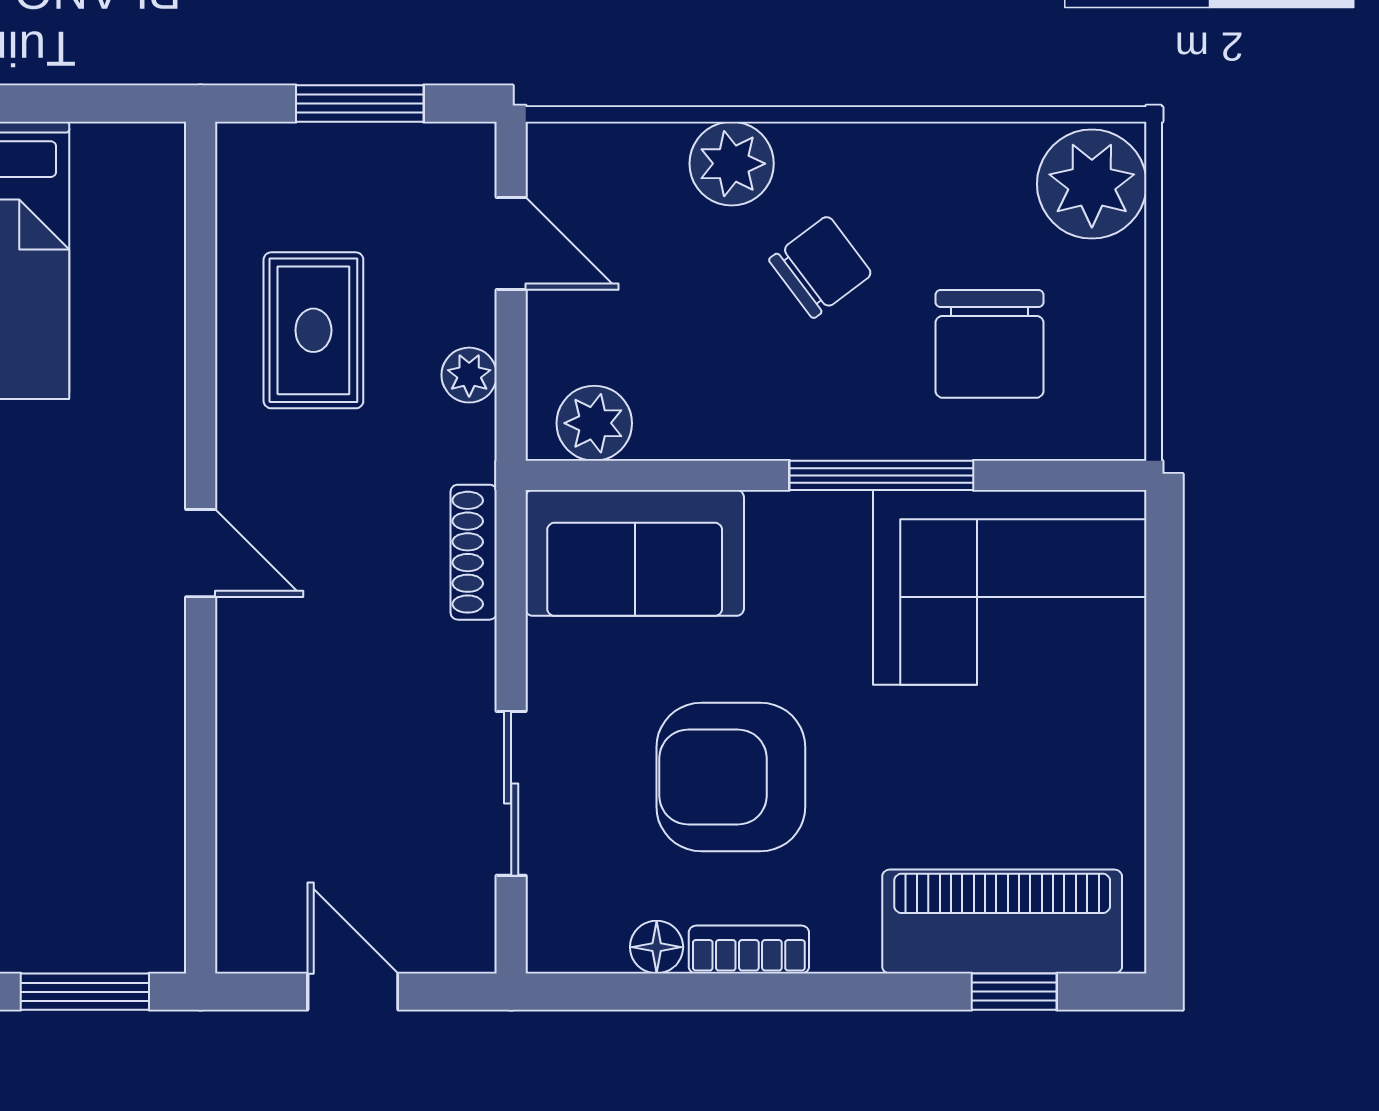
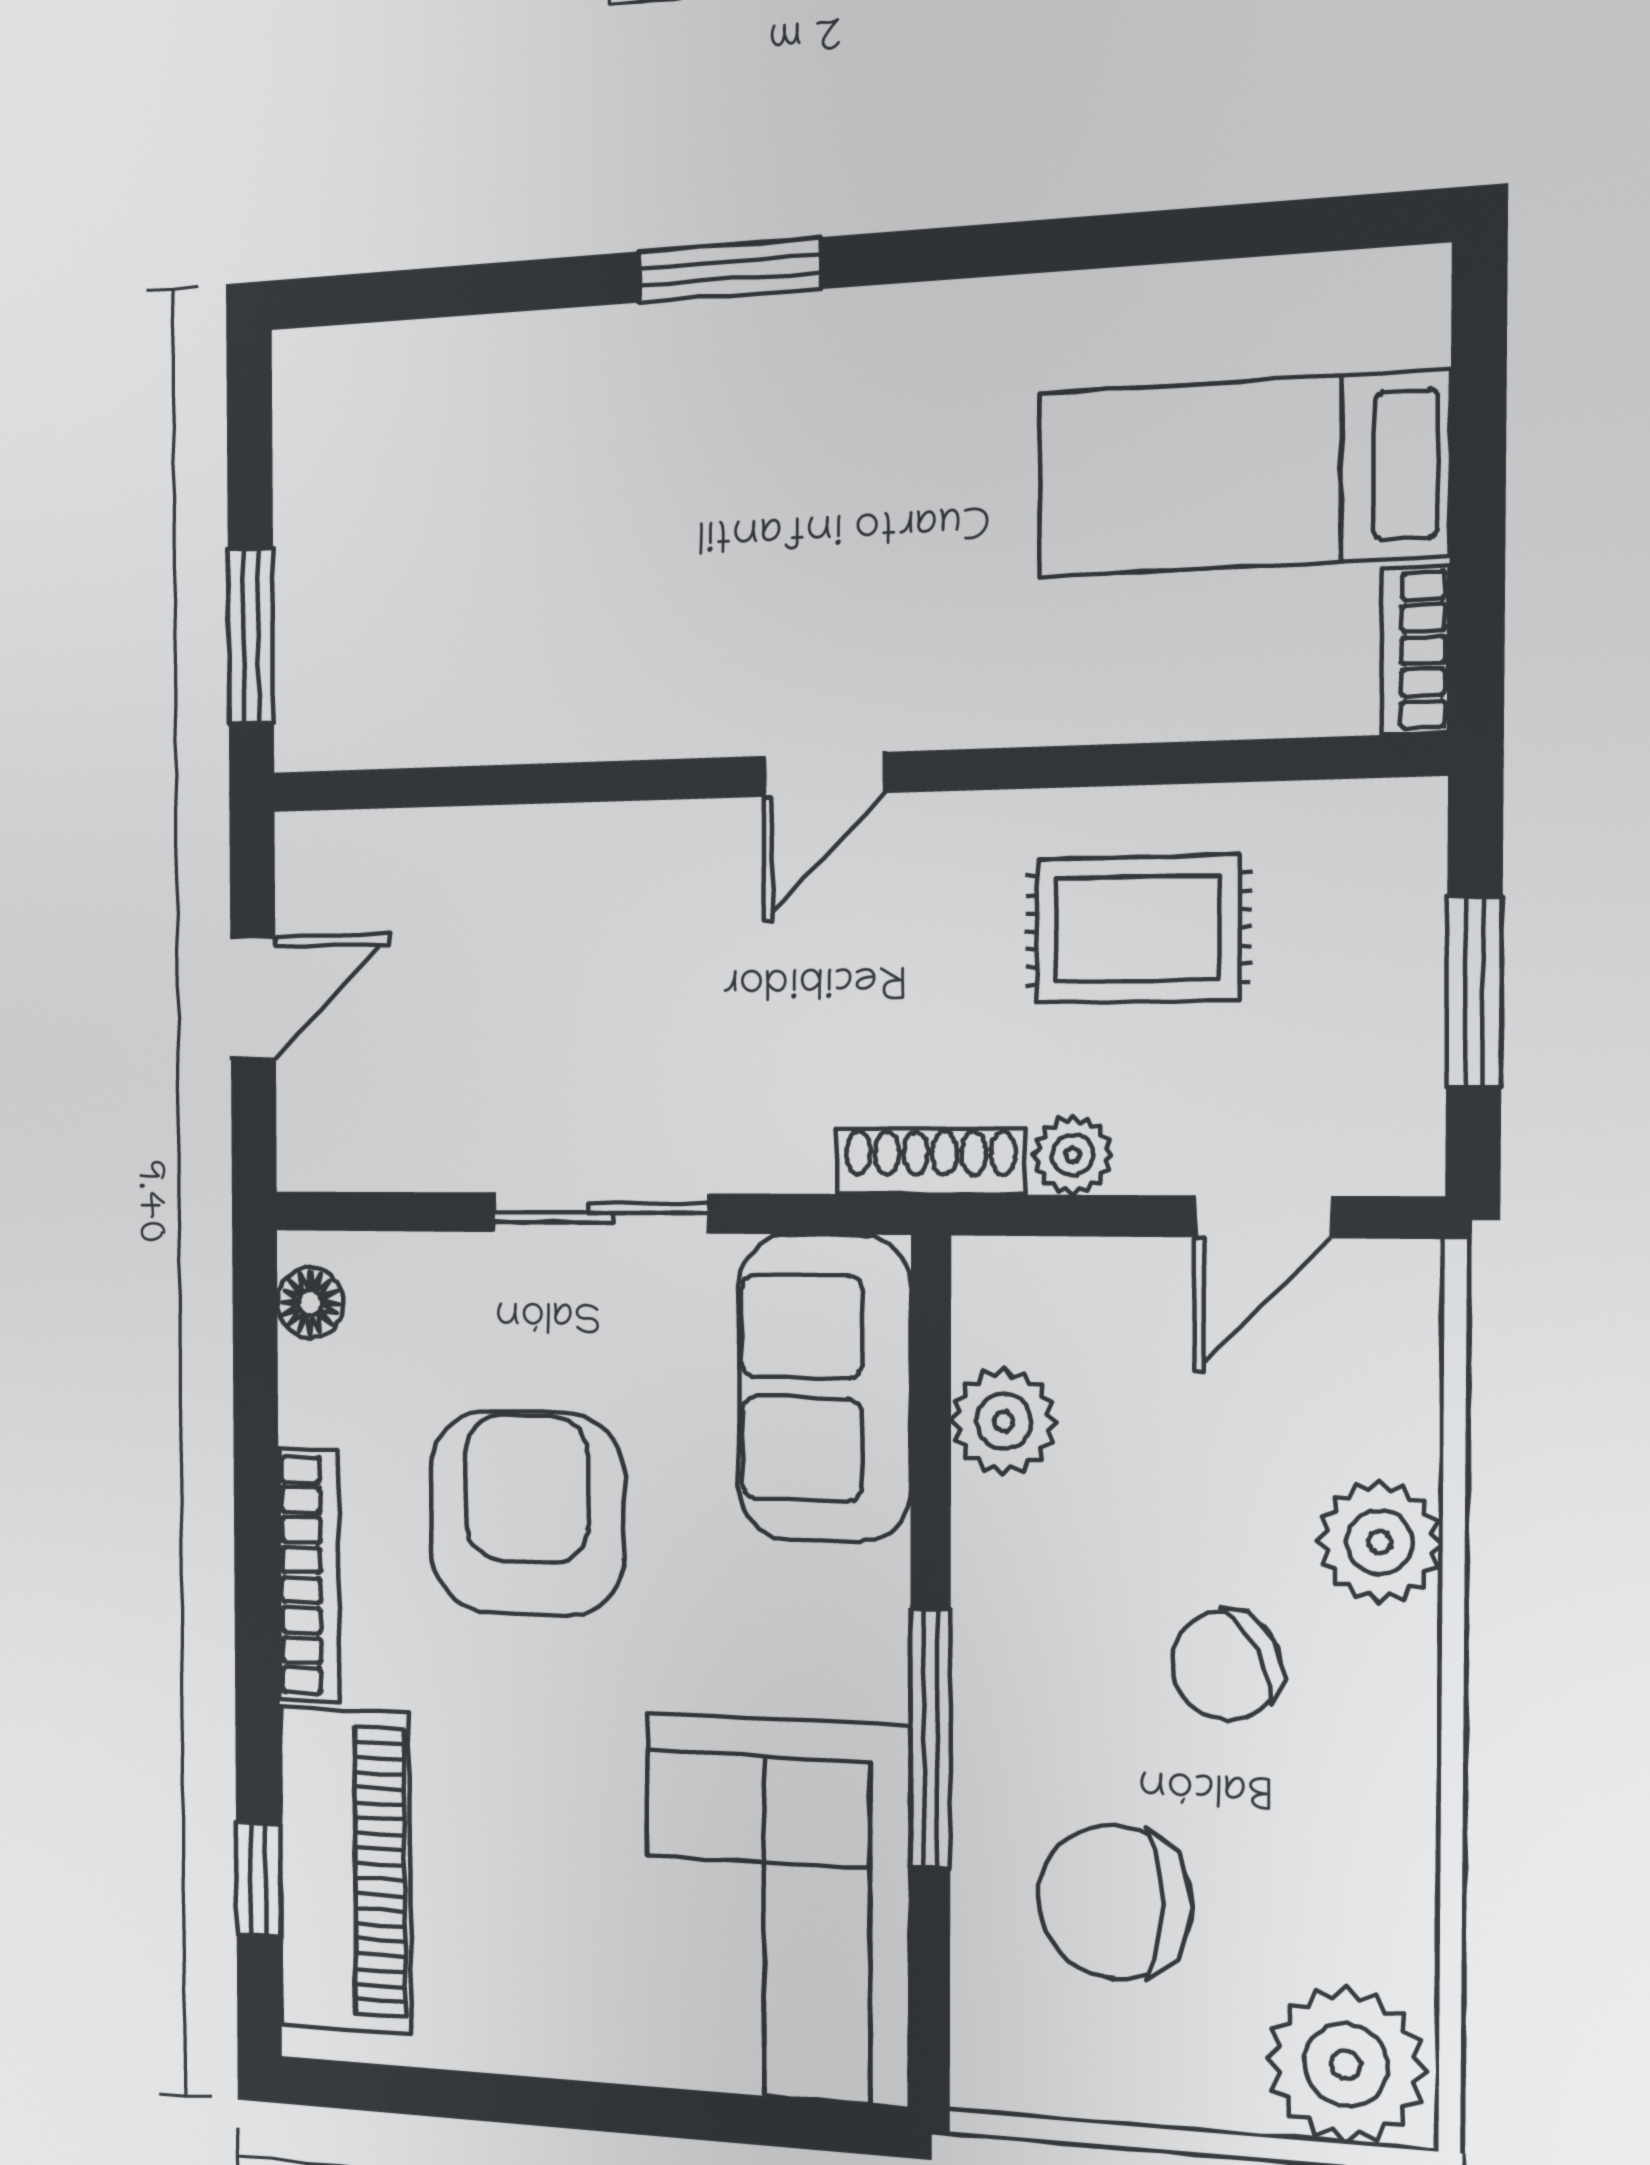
bookcase: (131, 144) -> (1415, 650), added
chair: (821, 267) -> (1227, 1666), turned 98
plant: (594, 423) -> (1004, 1421), moved
shoe rack: (474, 552) -> (930, 1162), moved
sliding door: (511, 793) -> (600, 1213), moved
floor lamp: (657, 947) -> (310, 1303), moved
bookcase: (749, 950) -> (309, 1575), width x1.56

